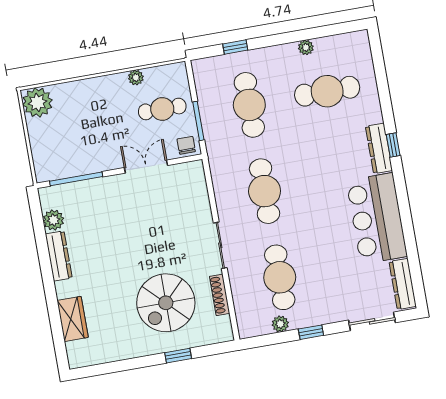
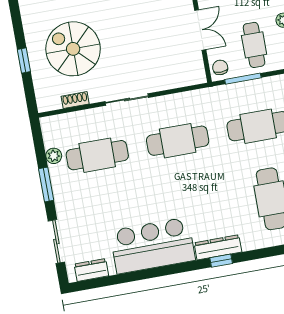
chair: (186, 145) -> (220, 67), turned -90
dresser: (403, 284) -> (91, 270), width x0.70
shoe rack: (220, 295) -> (75, 100), width x0.70
window: (311, 332) -> (46, 185), width x1.50

